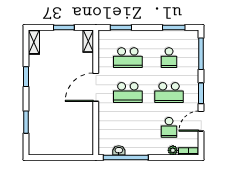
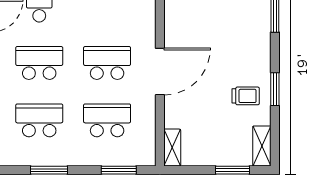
window: (64, 27) -> (233, 170), moved
window: (174, 27) -> (49, 170), moved
school desk: (169, 58) -> (39, 120), width x1.85
trolley: (44, 73) -> (246, 96), added

